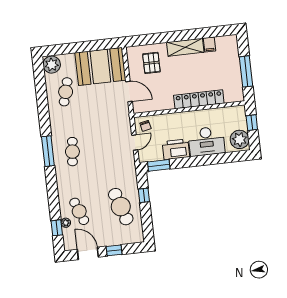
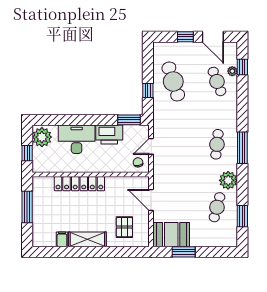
window: (92, 46) -> (184, 252), added
plant: (52, 65) -> (228, 180), moved
booth: (100, 66) -> (171, 235), width x0.73, depth x0.70
window: (41, 86) -> (242, 216), added

